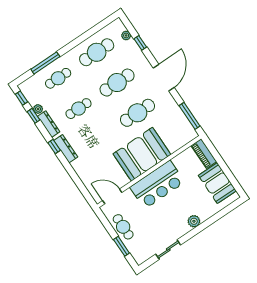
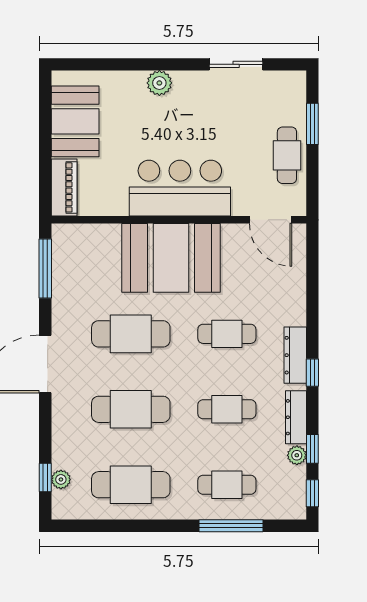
window: (140, 43) -> (45, 478), moved
cafe table: (99, 139) -> (227, 334), added

